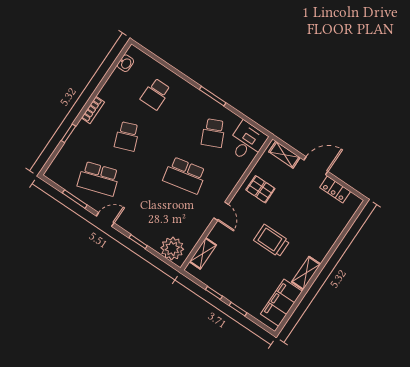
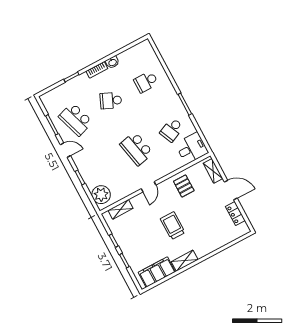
washbasin: (125, 63) -> (112, 62), moved
school desk: (127, 136) -> (111, 101), turned 45

